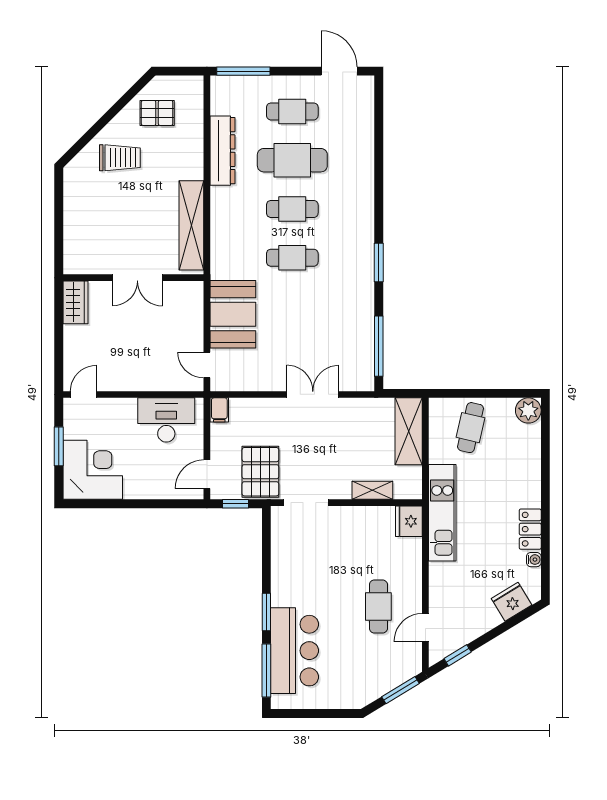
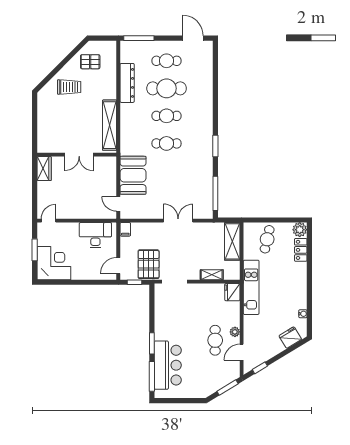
locker: (530, 529) -> (301, 250), moved
plant: (413, 592) -> (235, 332), added

